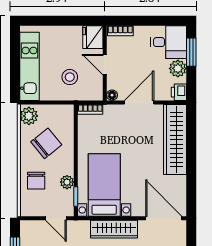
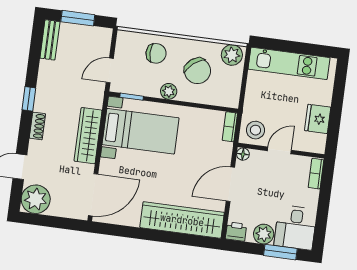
fridge: (93, 37) -> (318, 119), moved, turned -90
stool: (70, 77) -> (255, 130), moved
door: (139, 102) -> (230, 184), swing flipped
chair: (36, 181) -> (156, 53), turned 180
plant: (67, 182) -> (169, 91), moved

